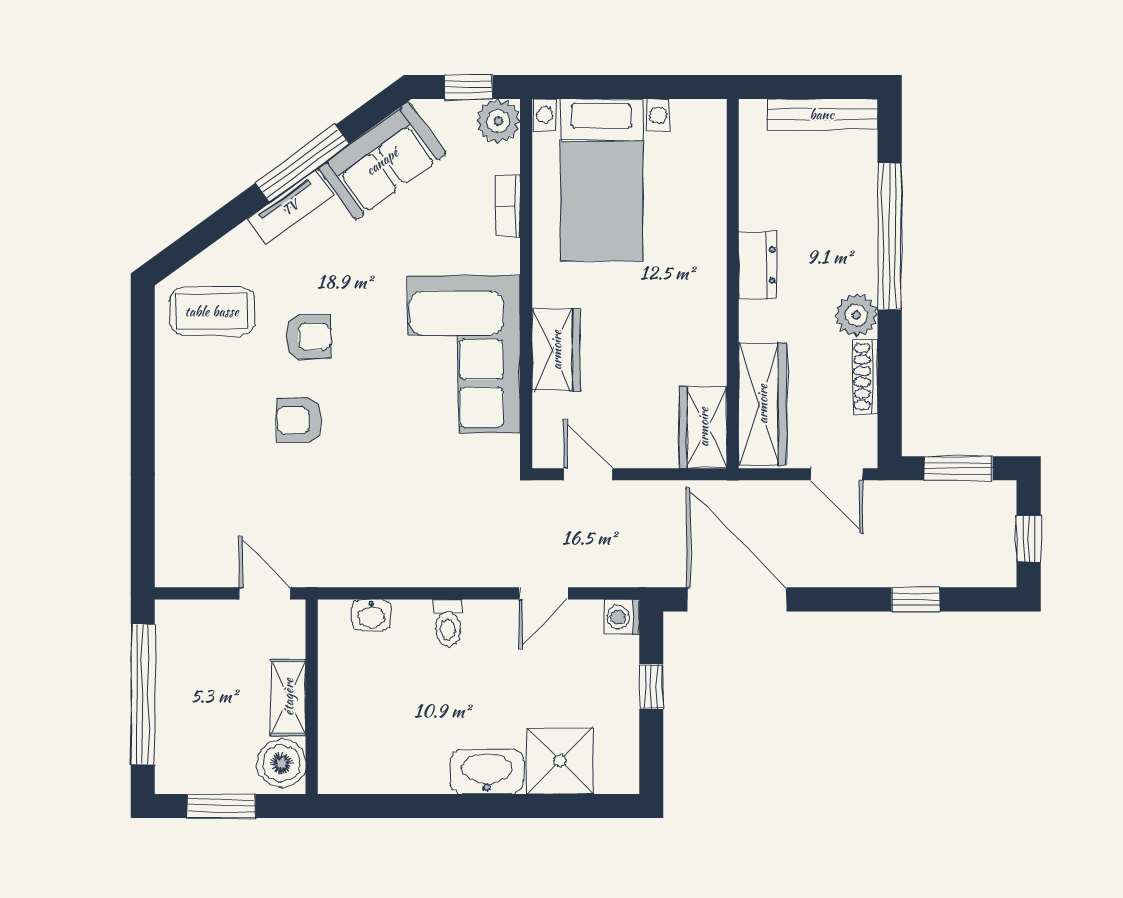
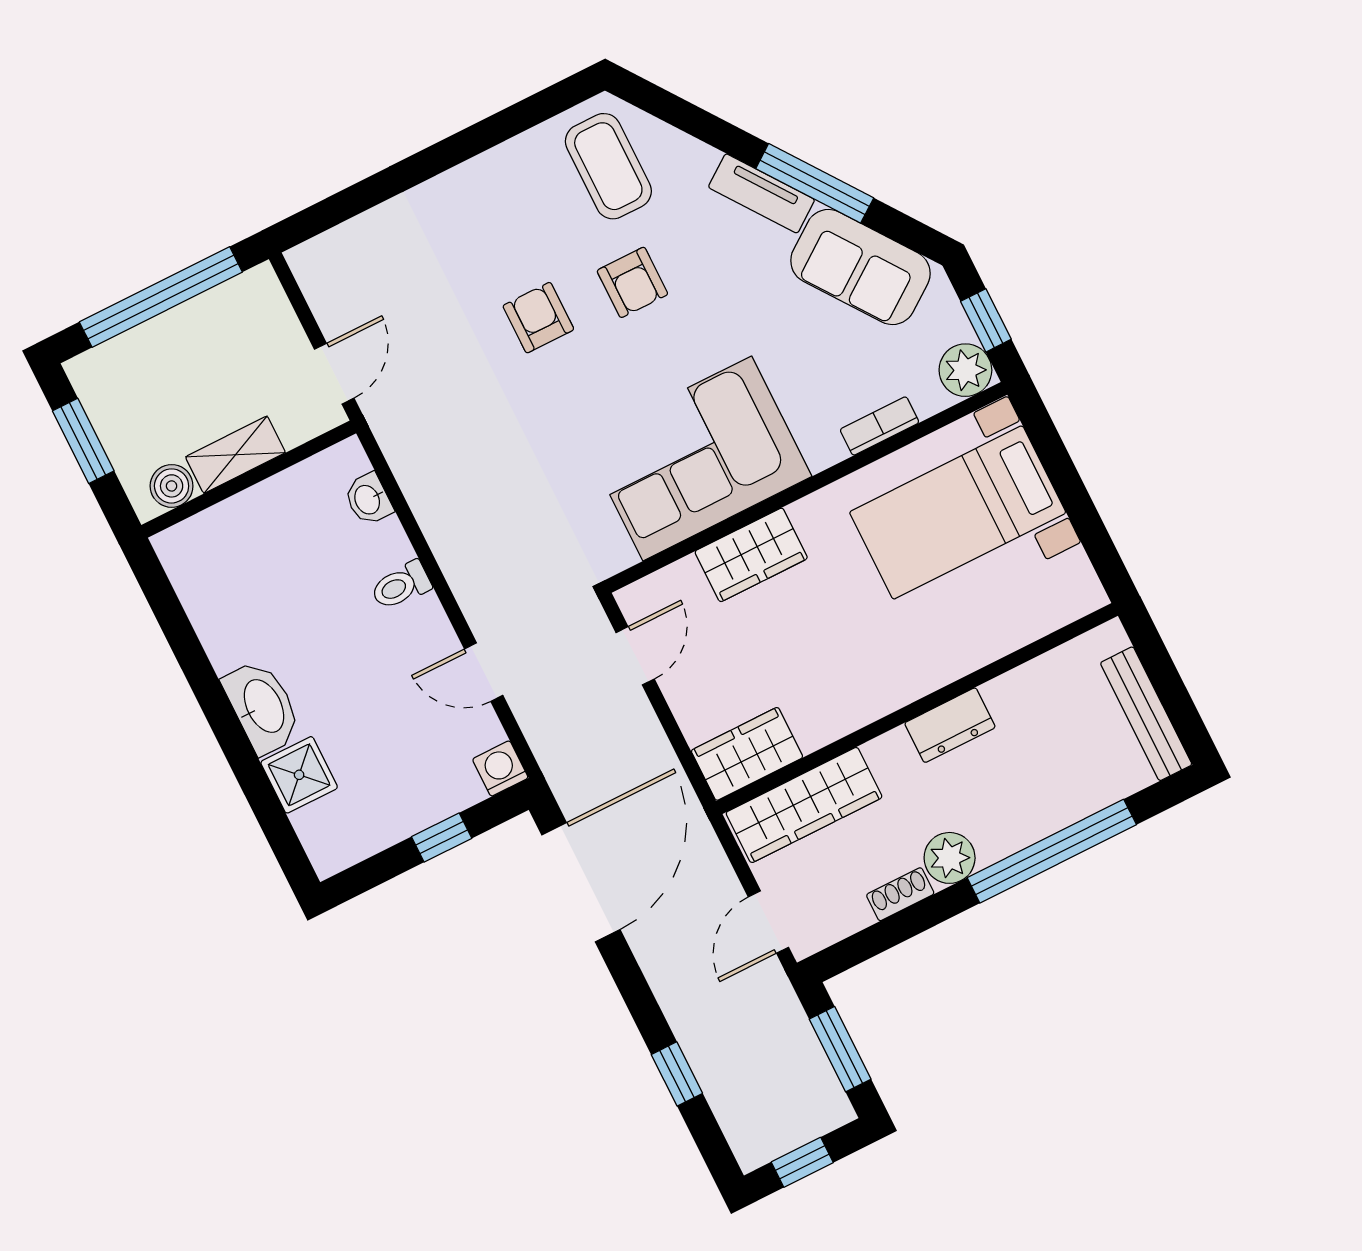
shoe rack: (865, 377) -> (900, 894), width x0.70
shower: (560, 761) -> (299, 775), width x0.73, depth x0.73
boiler: (281, 763) -> (172, 486), width x0.73, depth x0.73

